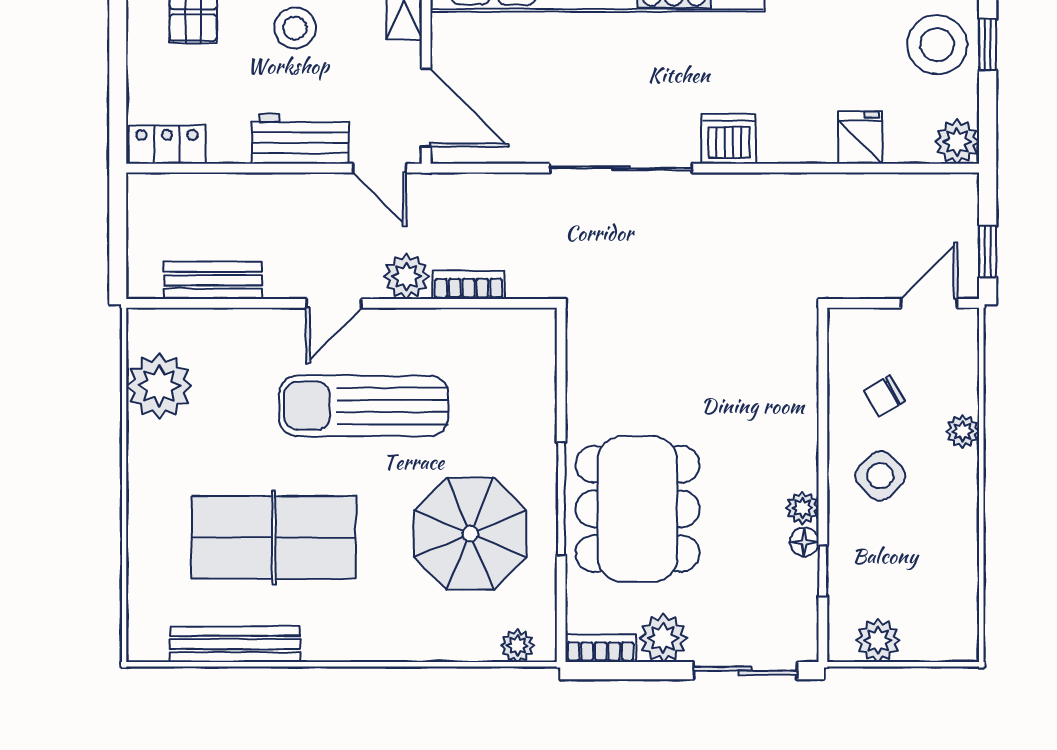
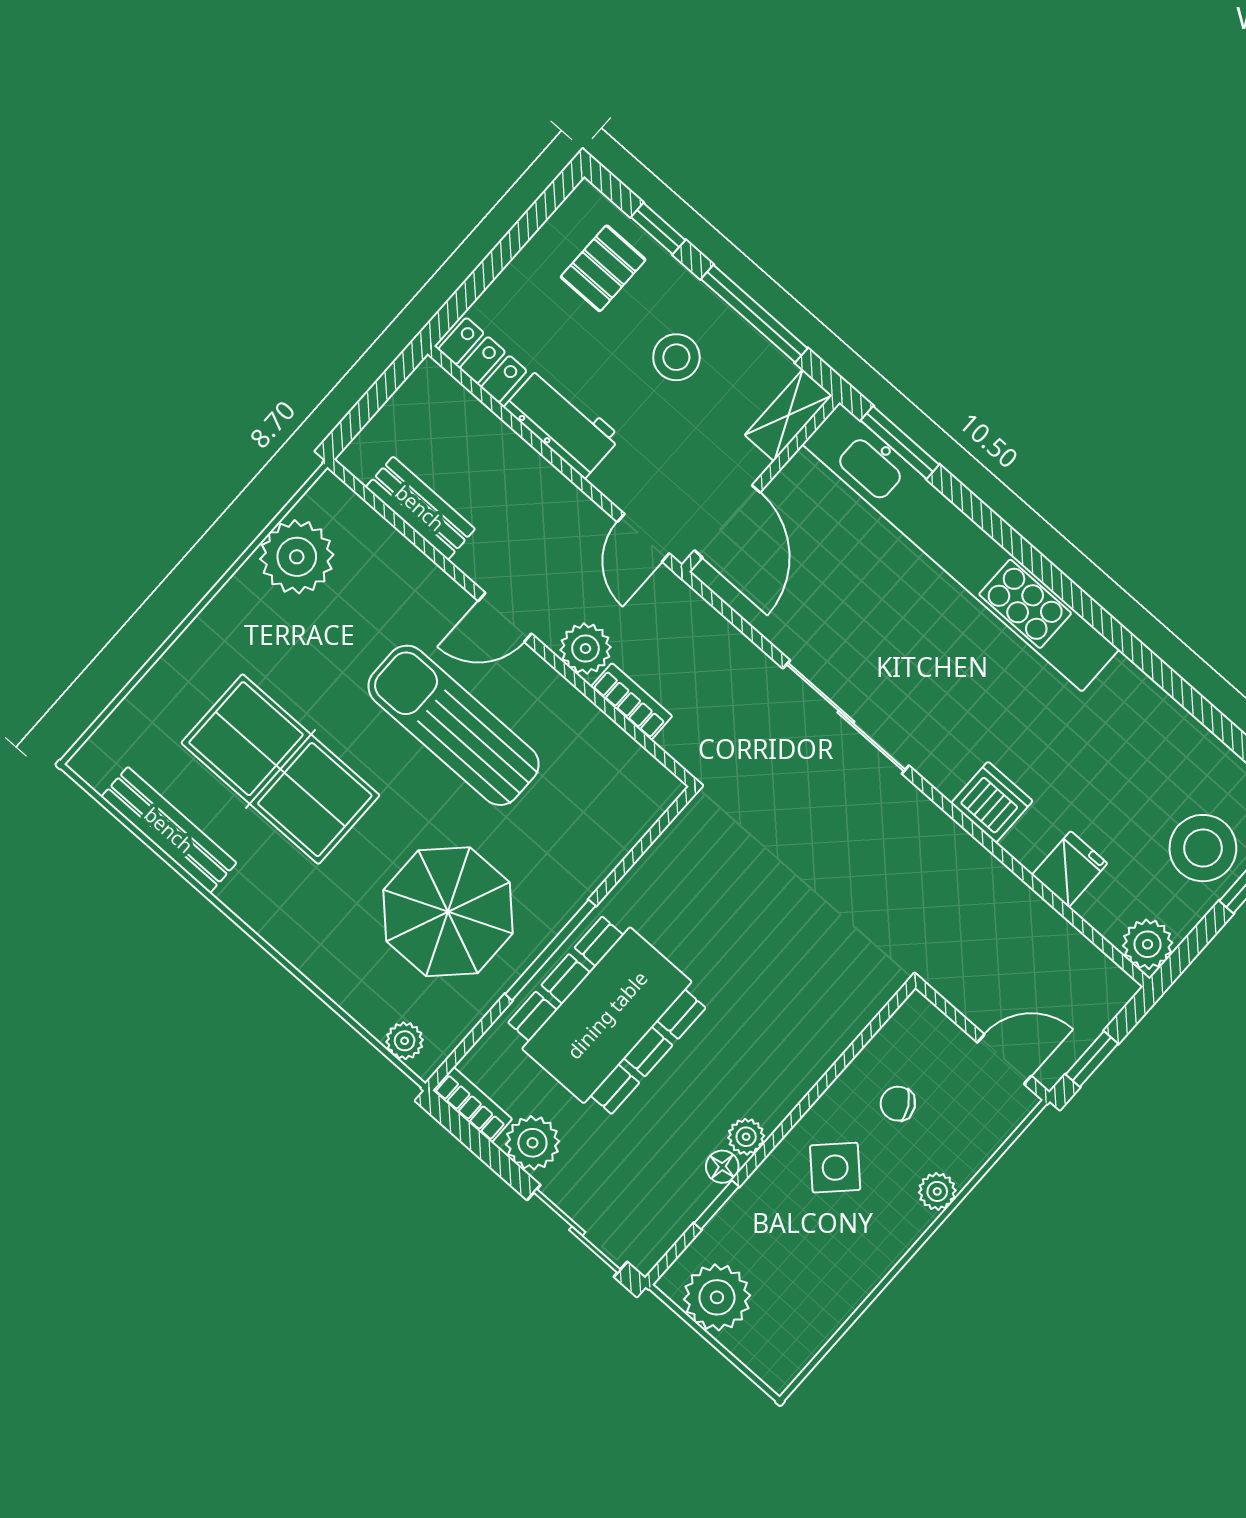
workbench: (300, 139) -> (562, 422), moved
dishwasher: (729, 139) -> (992, 802), moved
plant: (878, 640) -> (717, 1297), width x1.36, depth x1.36

